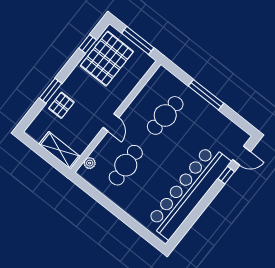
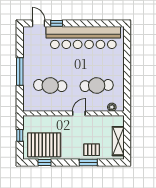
window: (138, 40) -> (20, 135), width x0.46
shelving: (60, 150) -> (118, 141), moved

